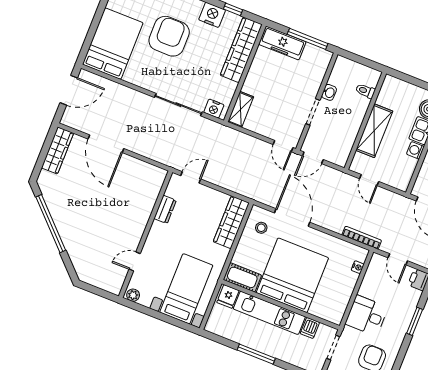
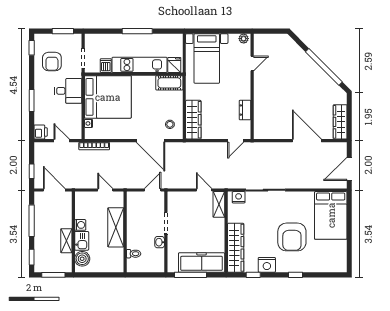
freezer: (282, 43) -> (202, 263), width x1.36, depth x1.26
door: (283, 146) -> (204, 190), moved
bed: (292, 275) -> (108, 97), moved, turned -90

